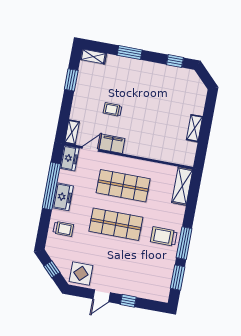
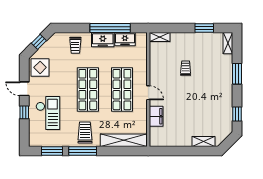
shelving: (194, 128) -> (204, 141), moved
filing cabinet: (112, 144) -> (156, 116), moved
door: (90, 149) -> (148, 93), moved
freezer: (69, 158) -> (125, 39), moved
shelving: (182, 186) -> (124, 140), width x1.47
checkout: (134, 274) -> (48, 113), added

